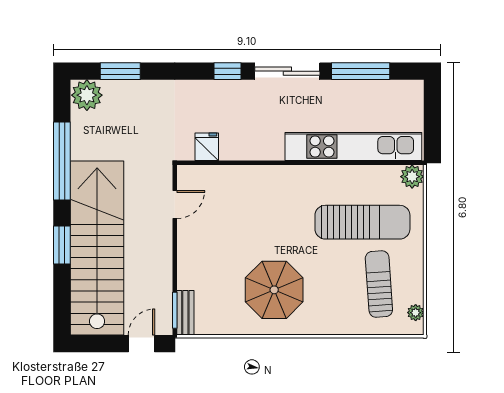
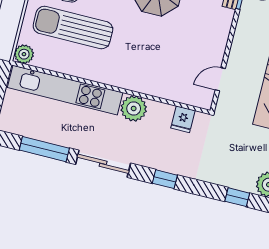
window: (120, 71) -> (237, 197), width x0.67
window: (227, 71) -> (165, 179), moved
plant: (268, 145) -> (134, 108), added

